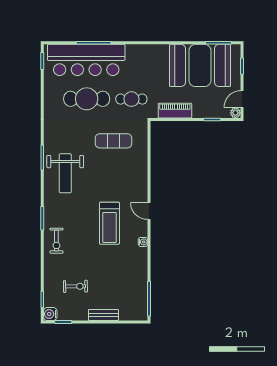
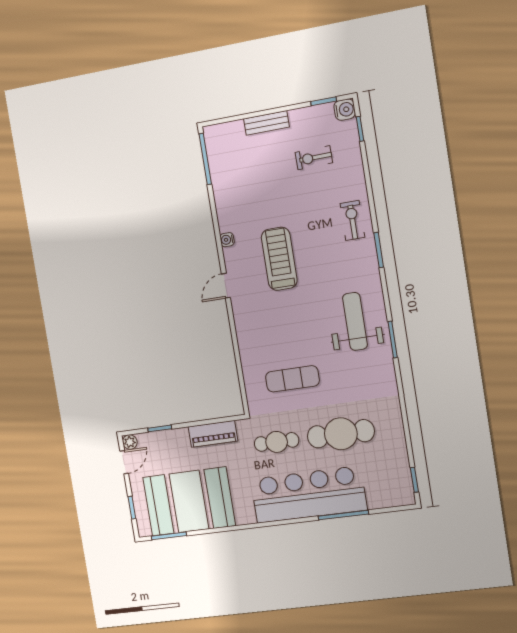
bar counter: (86, 60) -> (309, 495), moved
door: (149, 211) -> (226, 286), swing flipped

